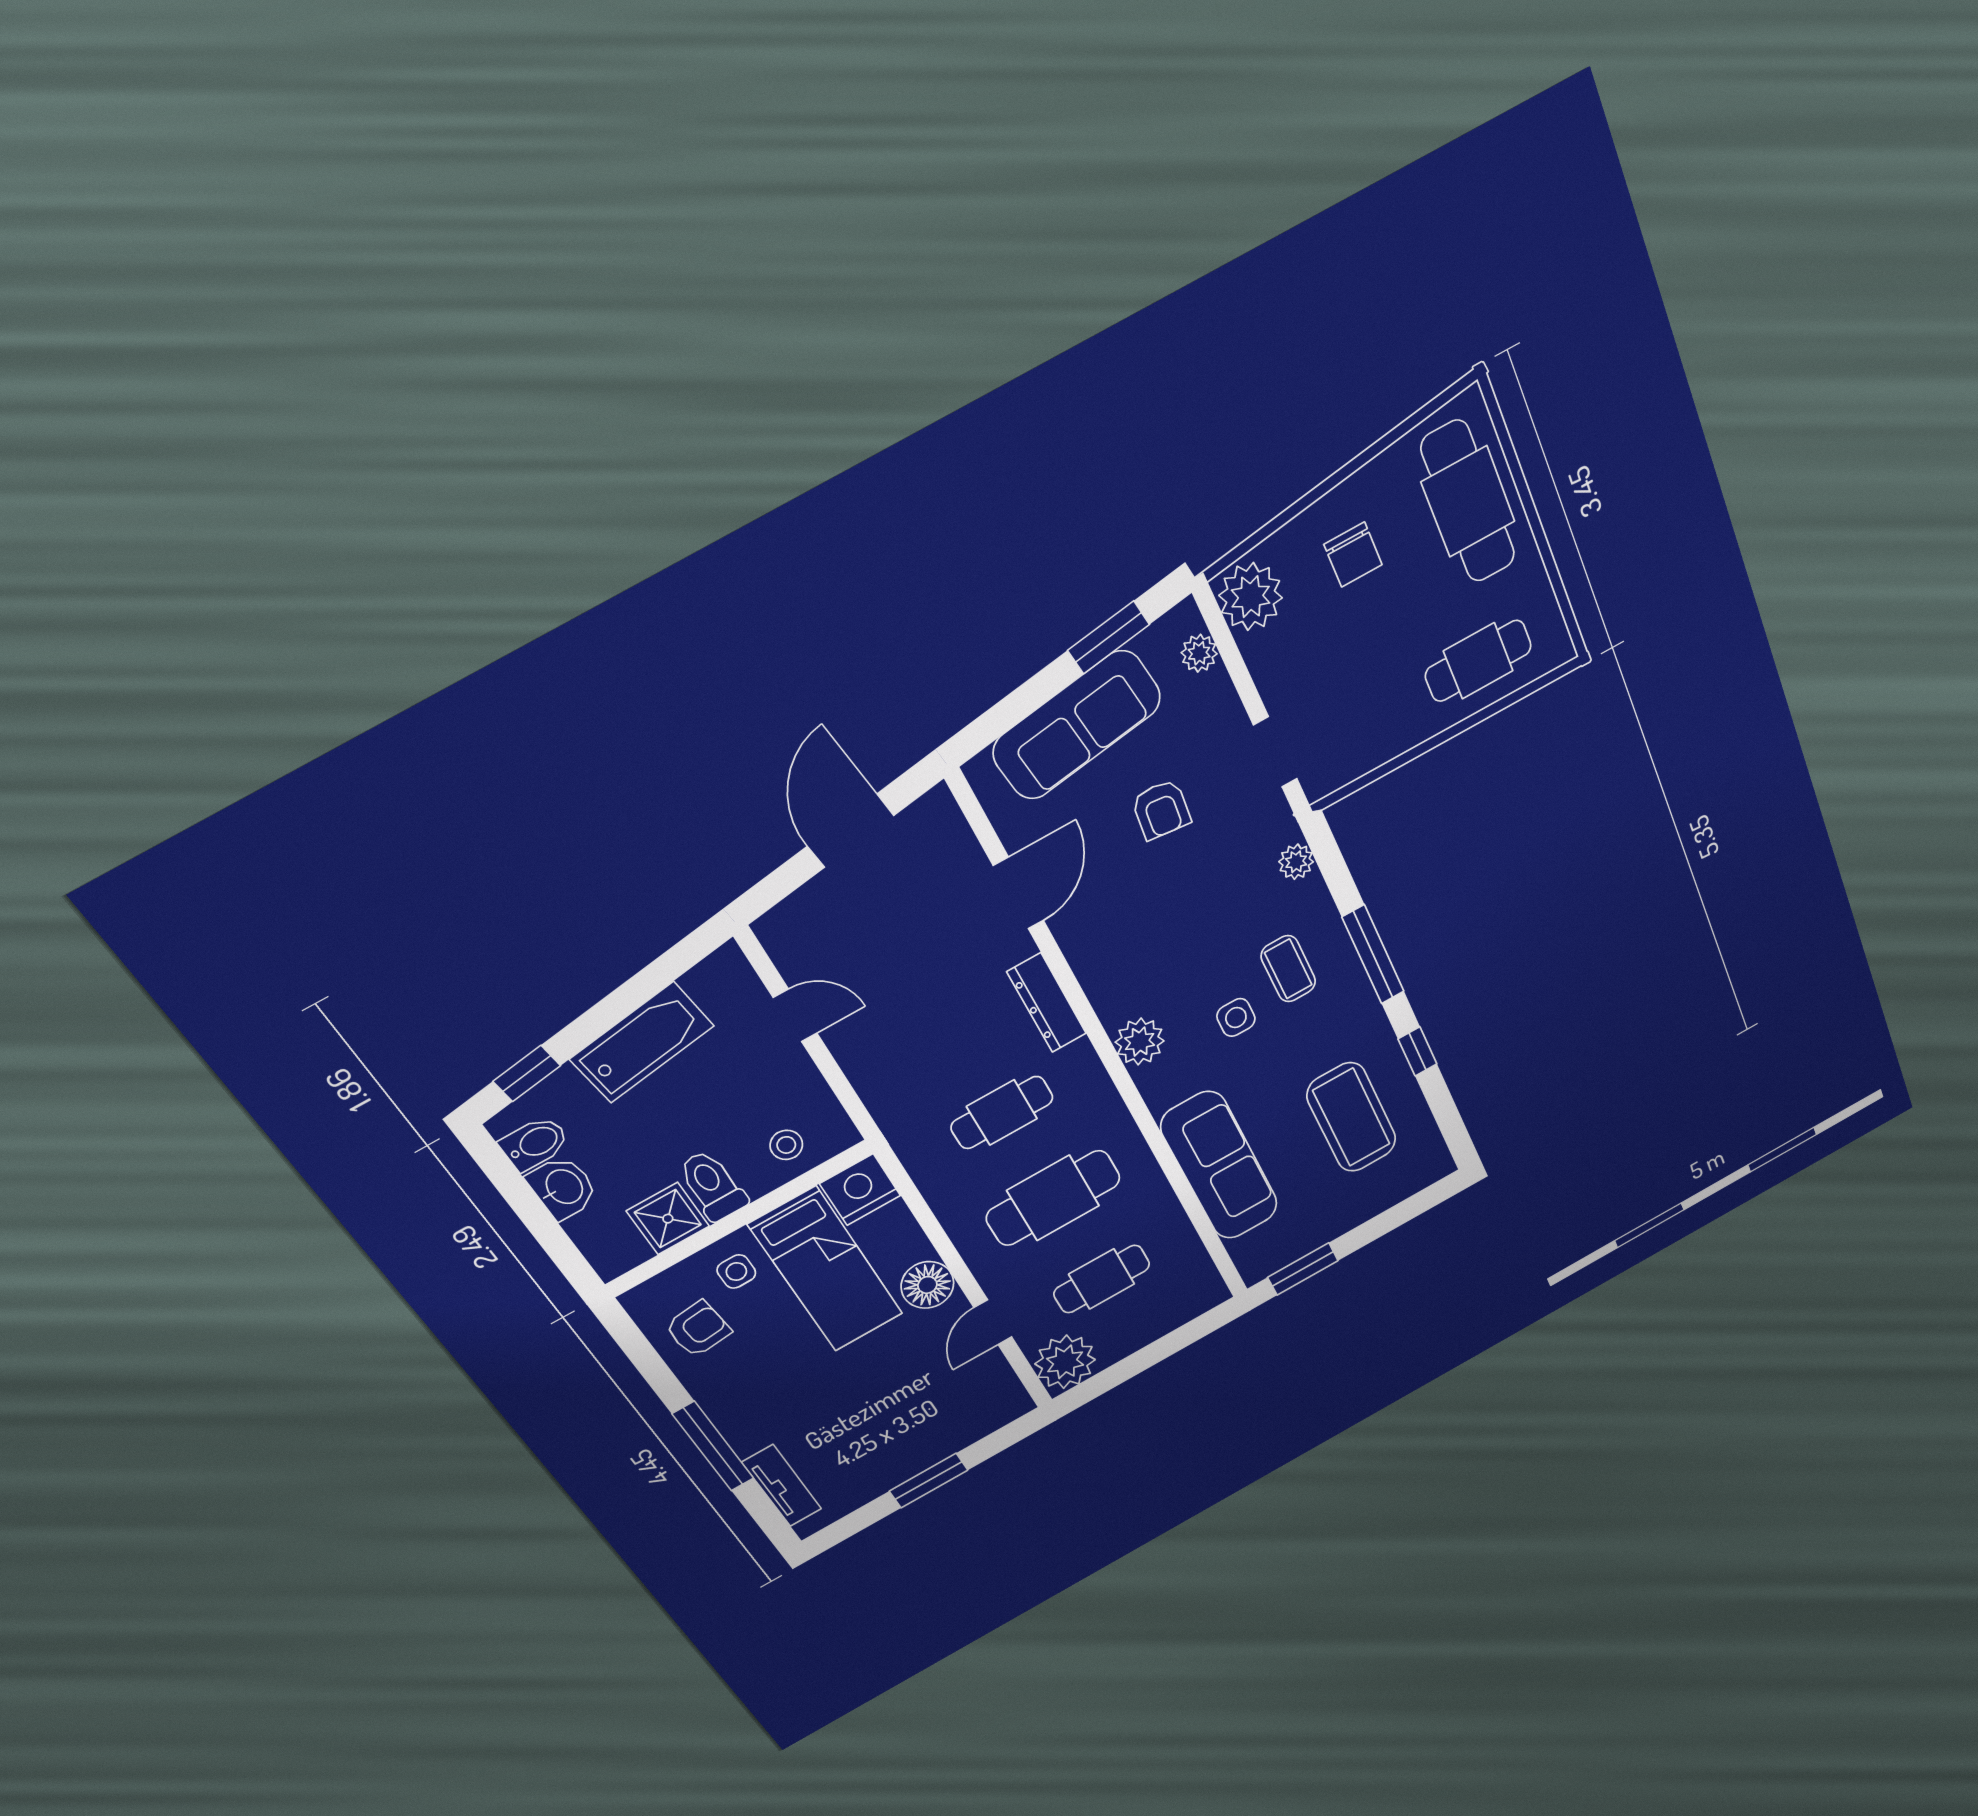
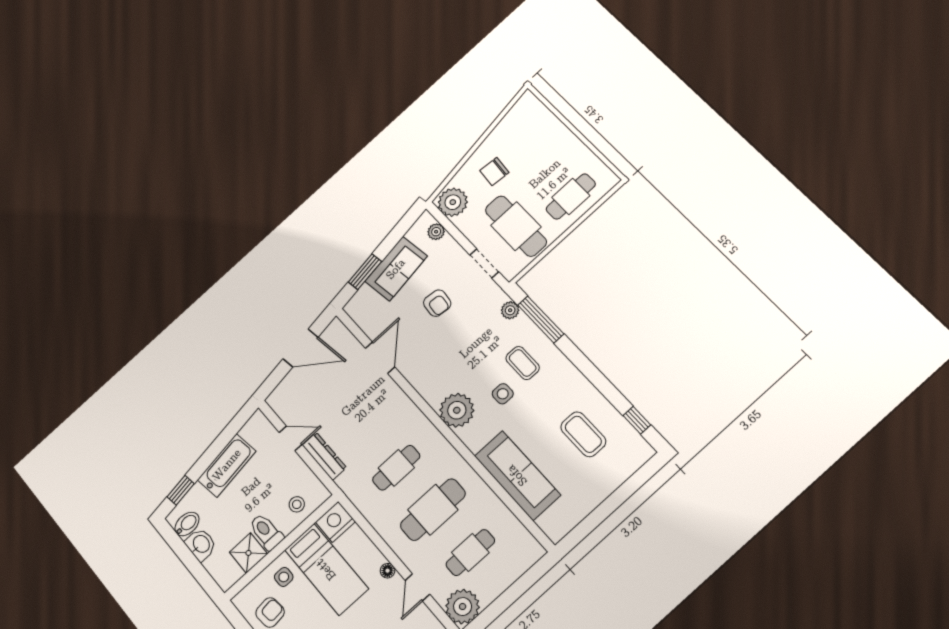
cafe table: (1468, 502) -> (516, 226), moved
chair: (1353, 555) -> (494, 171), turned 95
window: (1109, 637) -> (365, 272), moved
sofa: (1077, 725) -> (396, 269), width x0.73
door: (851, 831) -> (301, 348), swing flipped
window: (1373, 955) -> (541, 319), moved
dresser: (1047, 1003) -> (324, 456), moved, turned 180
plant: (1140, 1042) -> (457, 410), width x1.36, depth x1.36
window: (1418, 1051) -> (637, 420), moved
coffee table: (1352, 1117) -> (583, 434), width x0.73, depth x0.76
window: (1303, 1269) -> (584, 528), removed
floor lamp: (927, 1285) -> (388, 571), width x0.53, depth x0.53

